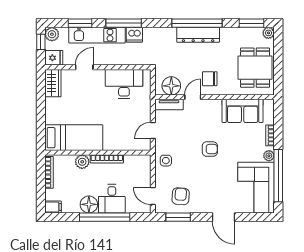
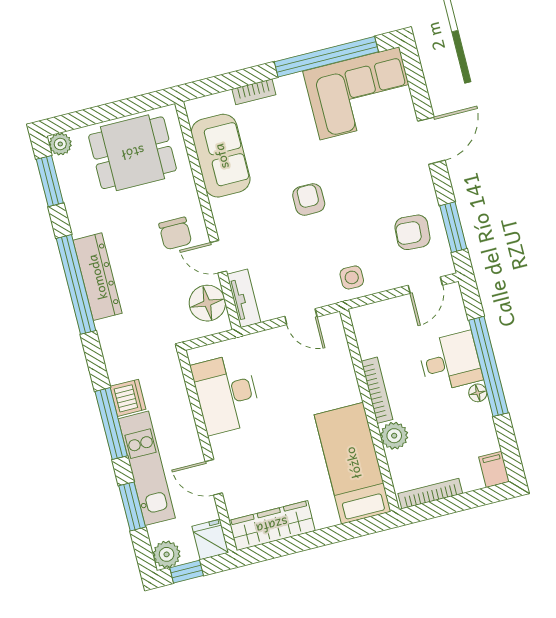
wardrobe: (53, 83) -> (272, 526), width x1.50
plant: (269, 156) -> (293, 84), removed
floor lamp: (89, 204) -> (478, 393), width x0.53, depth x0.53

